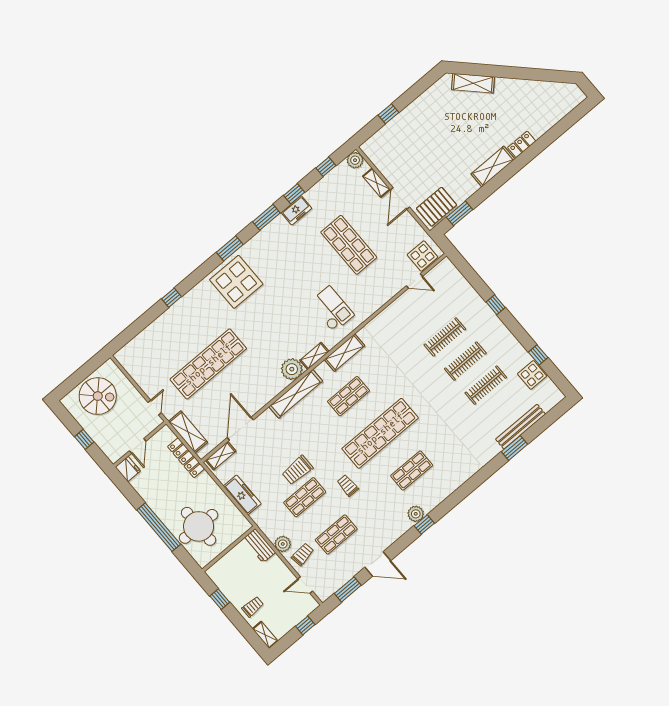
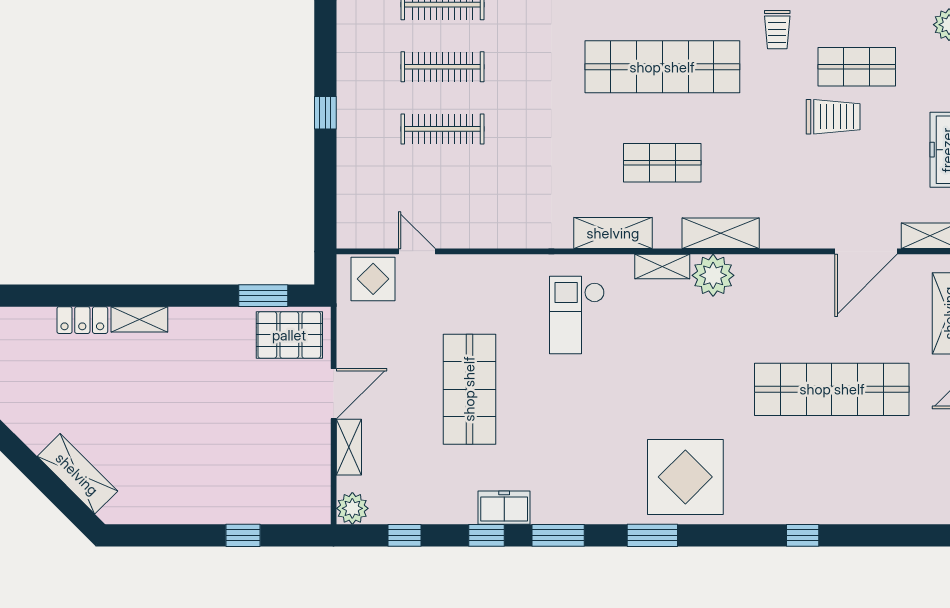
shelving: (493, 166) -> (139, 319), width x0.67, depth x0.75
shelving: (296, 394) -> (721, 233), width x0.68

